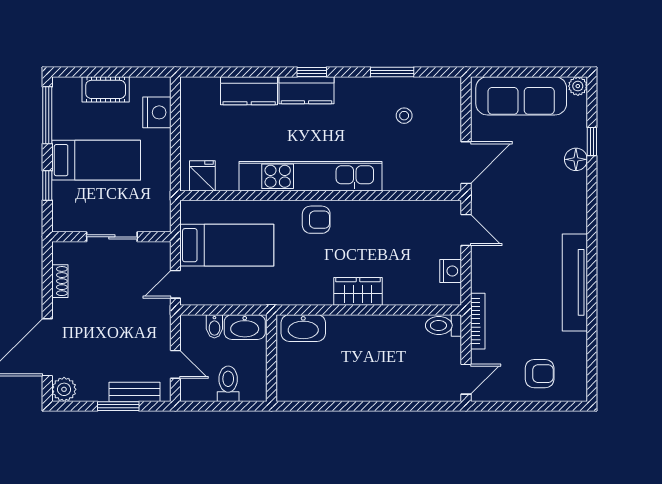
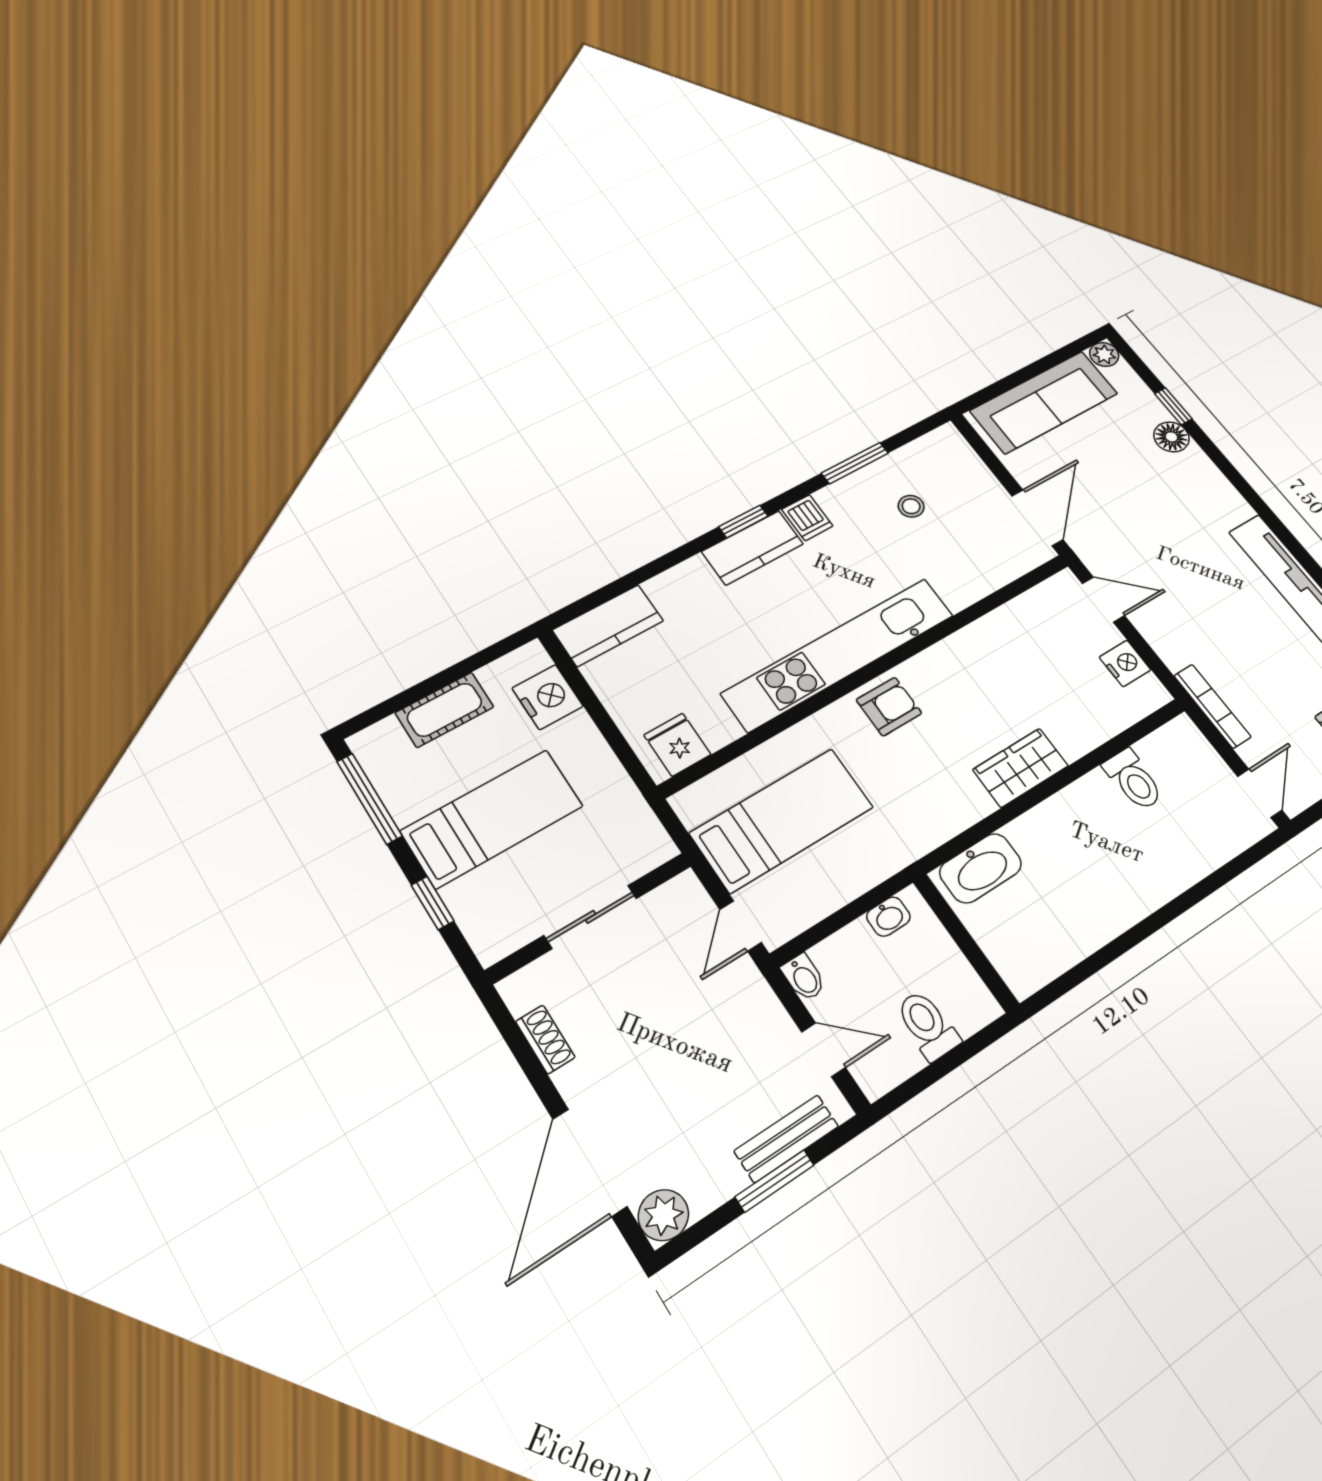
dishwasher: (346, 90) -> (807, 518), added
kitchen counter: (249, 91) -> (608, 625), moved
toilet: (443, 325) -> (1133, 780), moved, turned -90
bidet: (214, 326) -> (804, 977), moved
washbasin: (245, 327) -> (888, 917), width x0.52, depth x0.69

